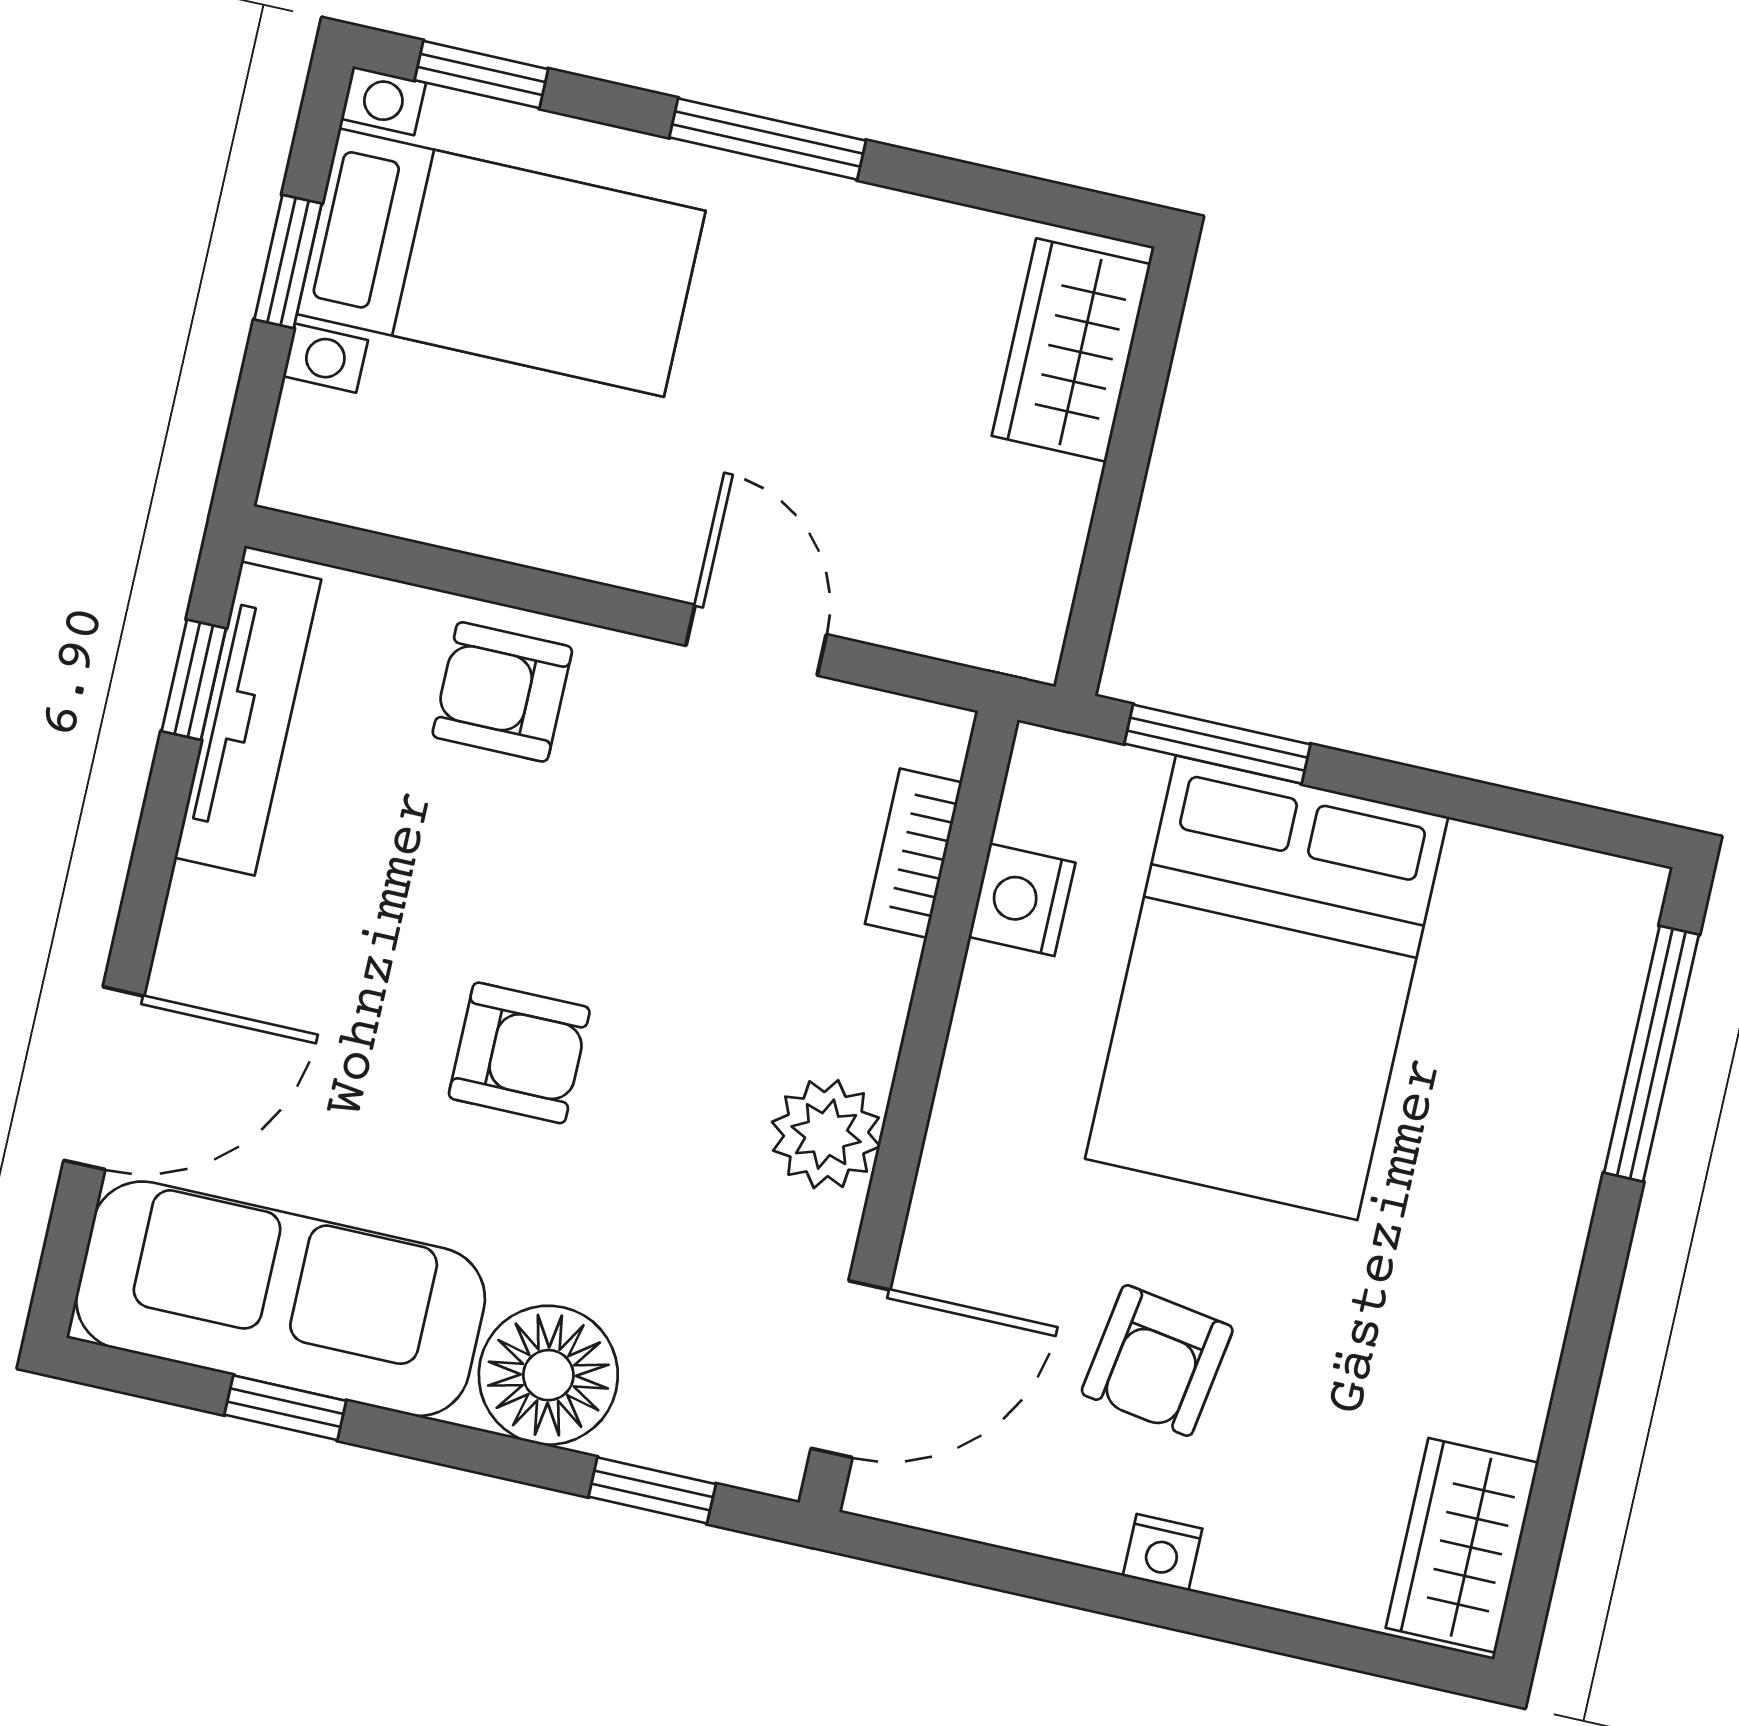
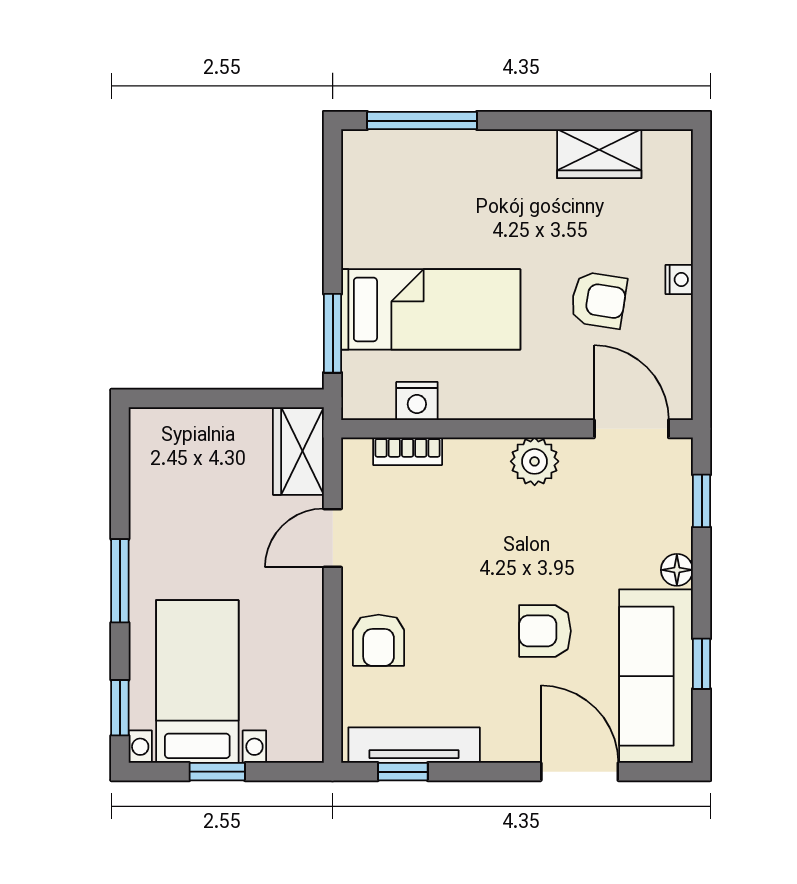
wardrobe: (1071, 350) -> (298, 451), moved, turned 90
bed: (1267, 988) -> (431, 309), width x0.67
armchair: (519, 1053) -> (545, 631), moved, turned -90
floor lamp: (548, 1375) -> (677, 570), width x0.53, depth x0.53
wardrobe: (1462, 1545) -> (599, 154), moved

